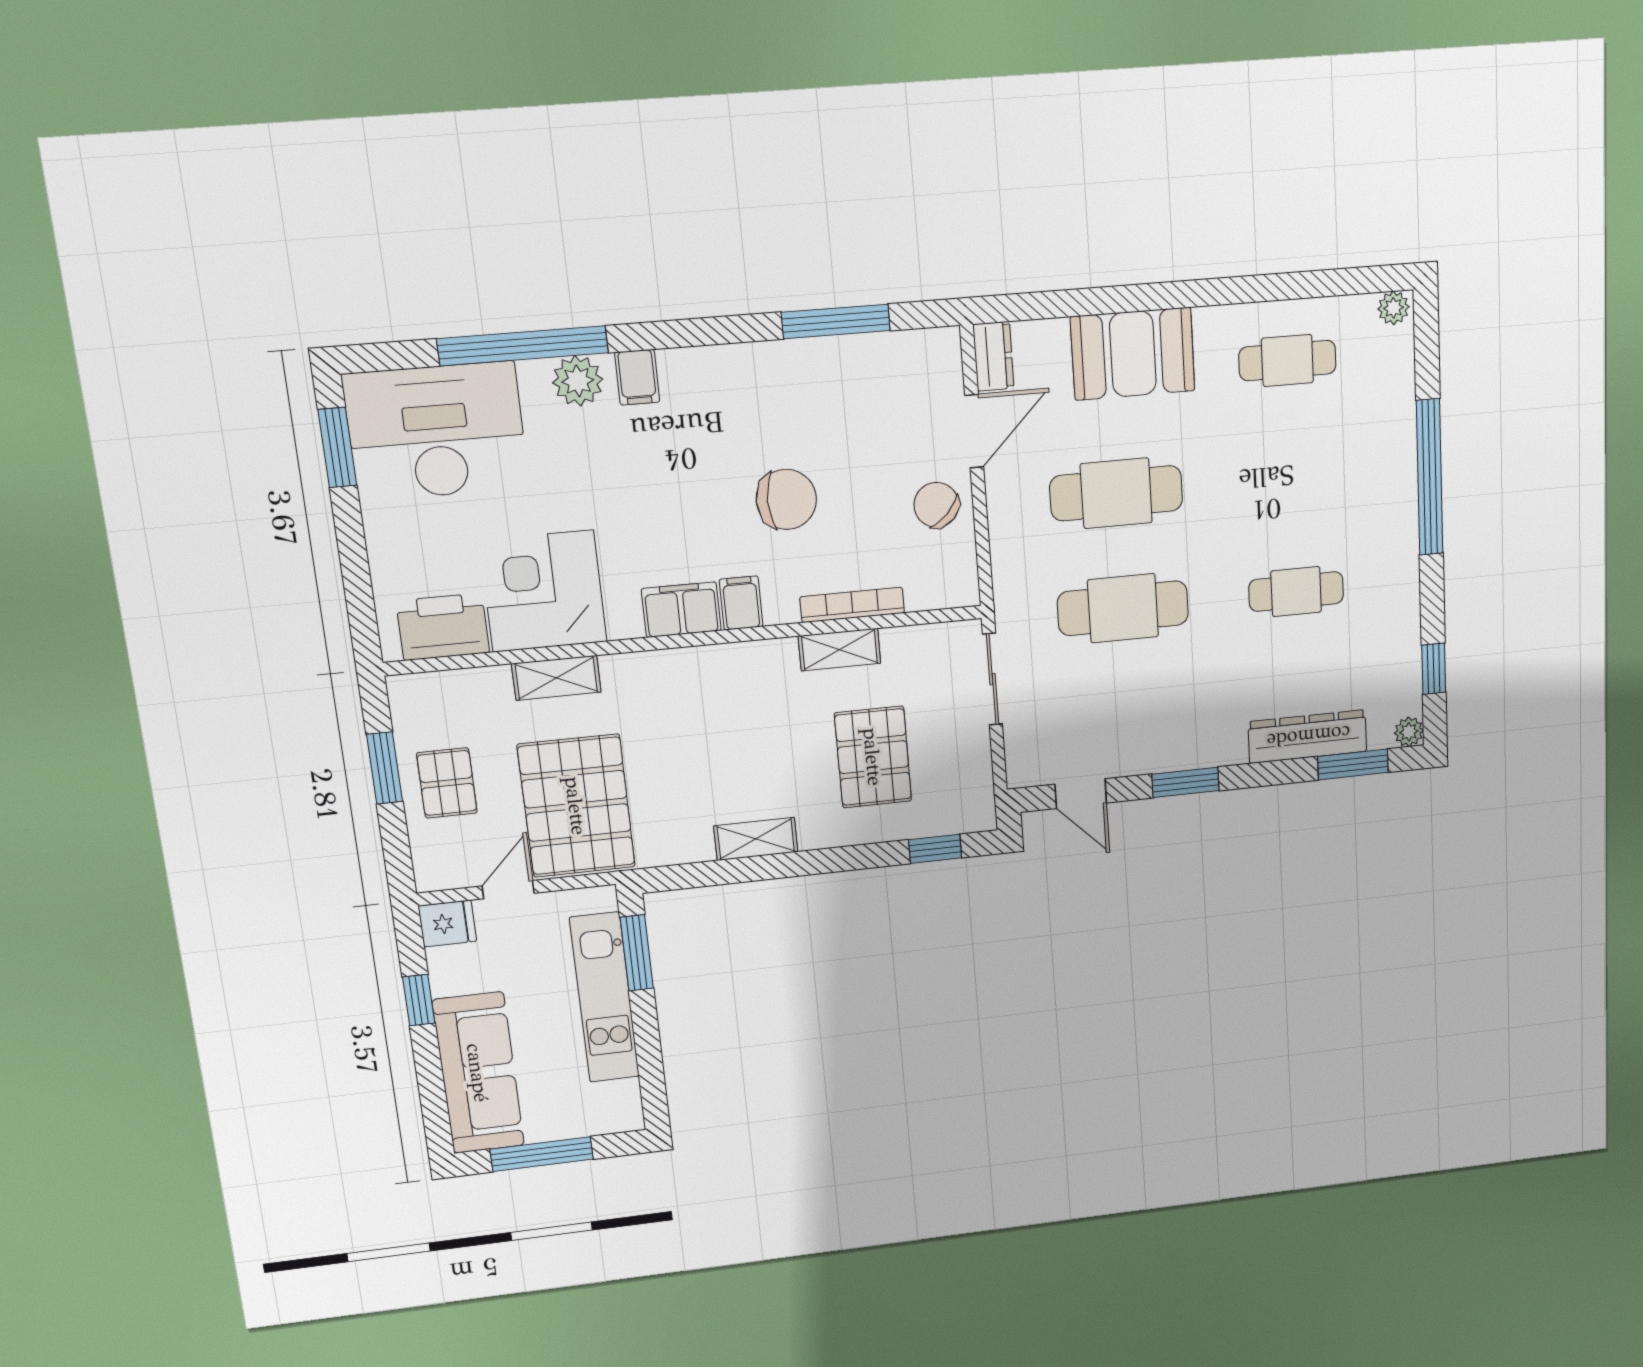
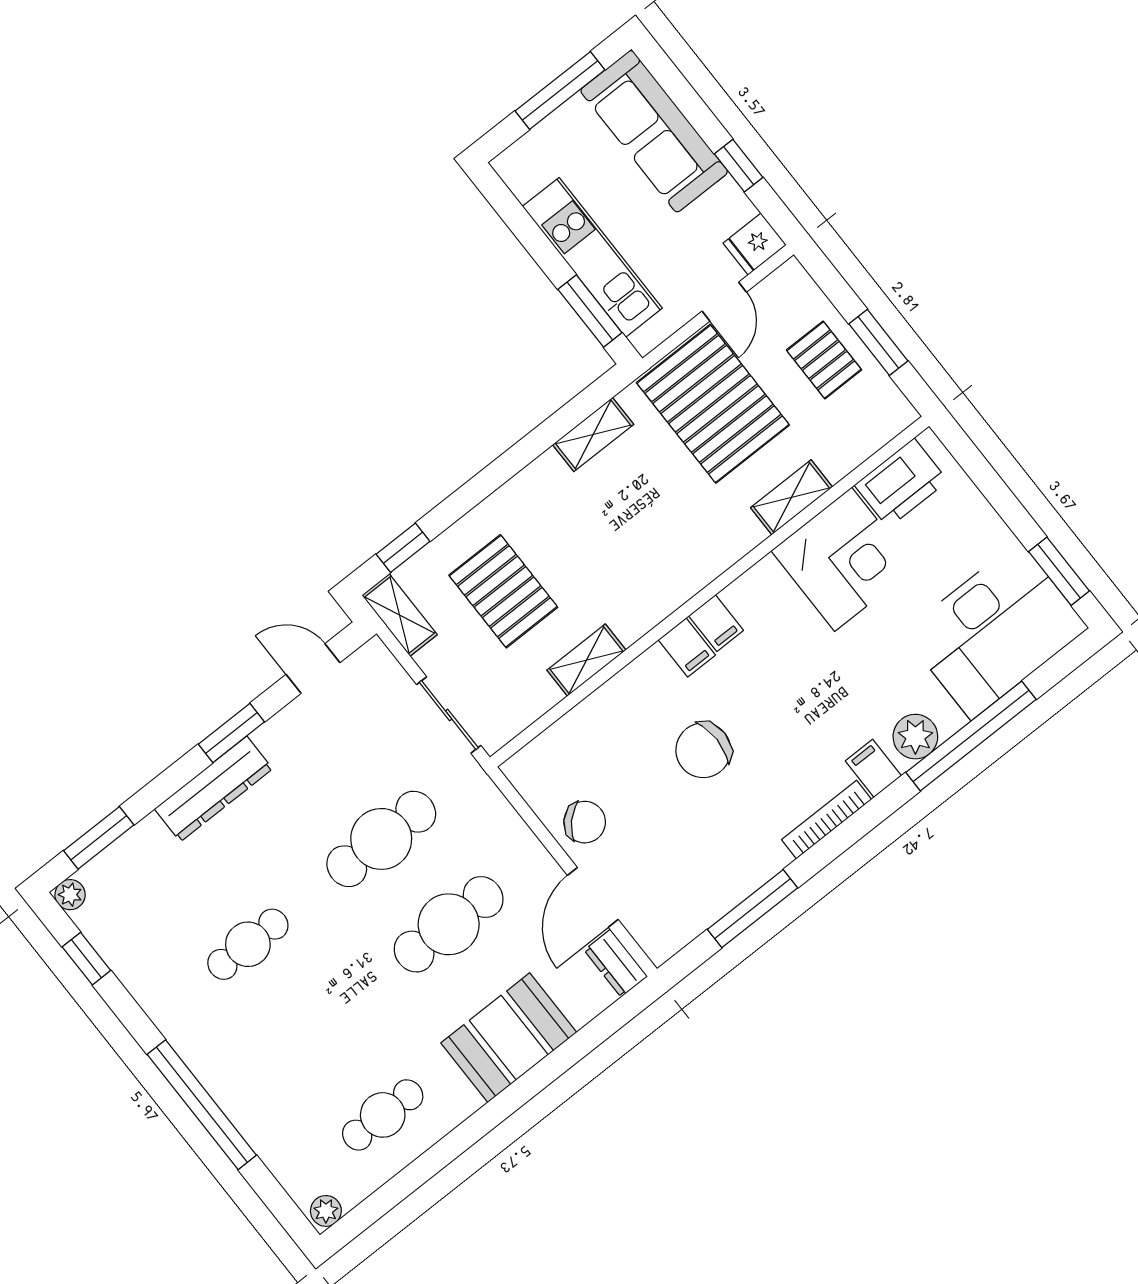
bookcase: (852, 605) -> (826, 820), moved, turned 180
filing cabinet: (681, 610) -> (716, 623), width x0.50
dresser: (1308, 737) -> (214, 789), moved
shelving: (977, 793) -> (400, 615), added
shelving: (756, 839) -> (593, 434), moved

